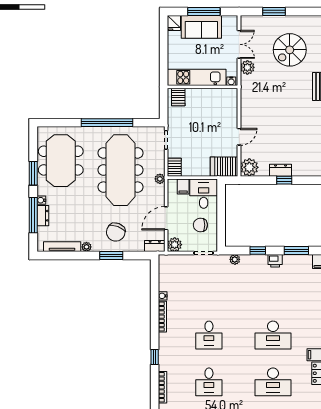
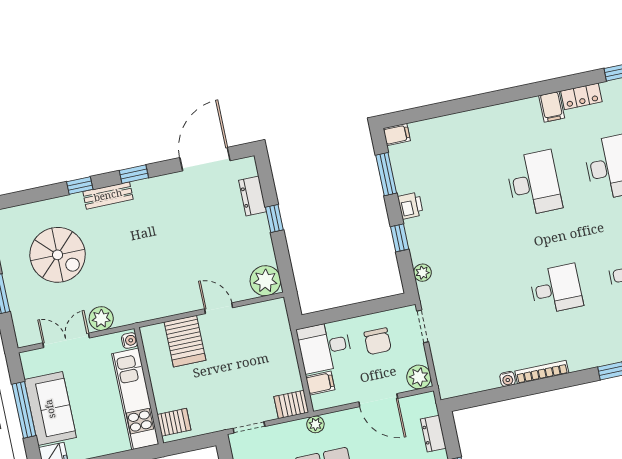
server rack: (224, 167) -> (185, 341), moved
dresser: (281, 170) -> (252, 196), moved
dresser: (155, 246) -> (433, 434), moved

